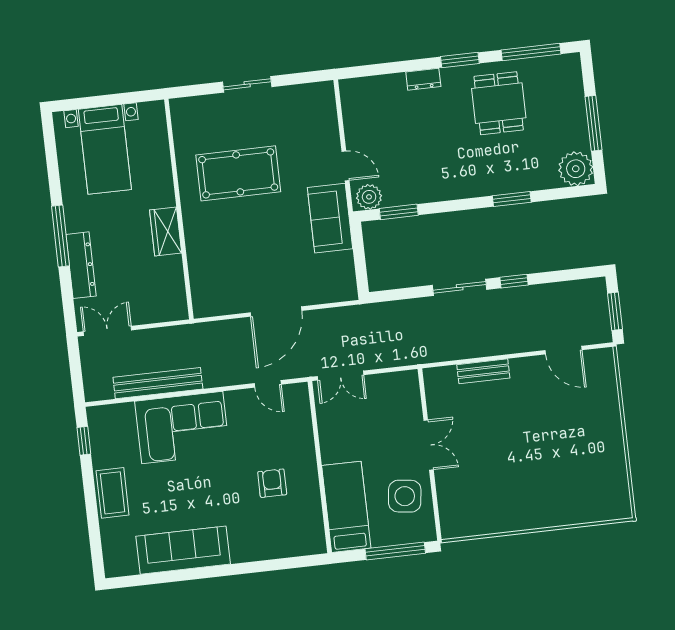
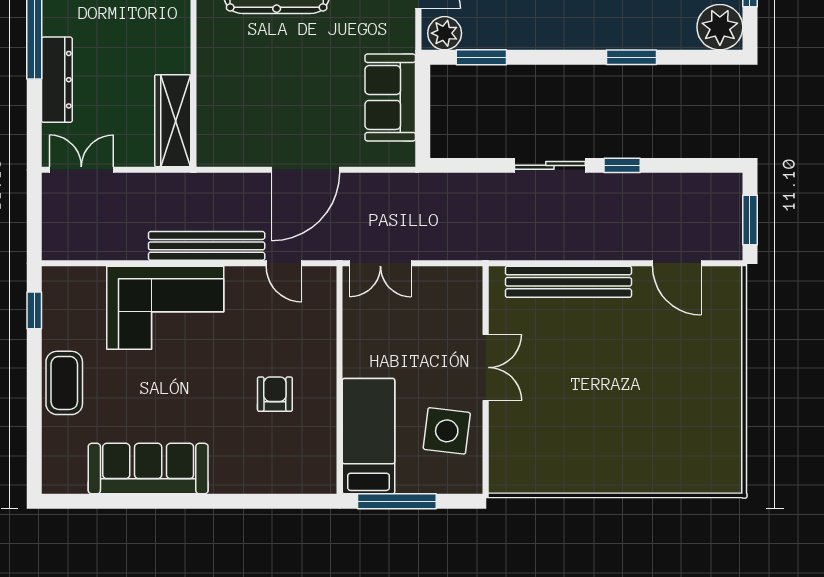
sofa: (330, 218) -> (390, 97), moved
wardrobe: (166, 232) -> (173, 121), moved, width x1.50
bench: (483, 371) -> (568, 282), width x1.86, depth x1.21
bench: (158, 383) -> (207, 246), moved
window: (395, 551) -> (397, 501), moved

